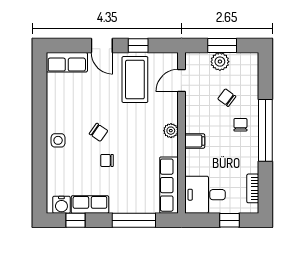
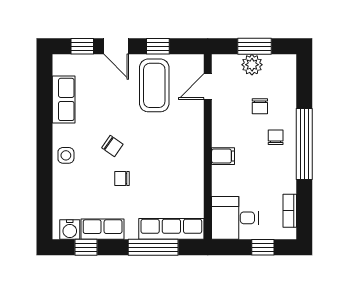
window: (72, 46) -> (82, 46), added
row of seats: (67, 62) -> (64, 99), moved, turned -90
chair: (227, 98) -> (260, 106), turned -127
plant: (171, 131) -> (195, 144), removed
row of seats: (169, 185) -> (171, 229), moved, turned 90

